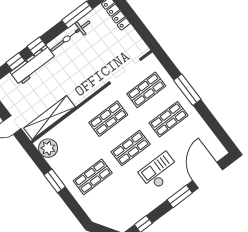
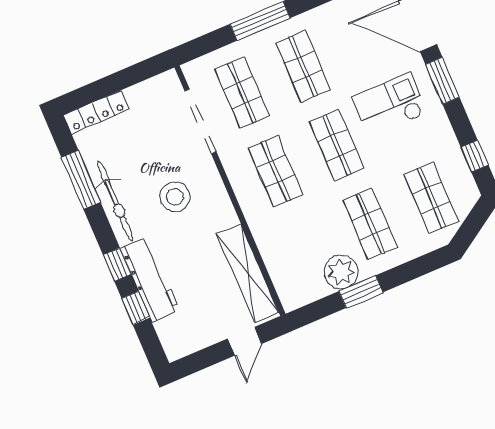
stool: (81, 68) -> (175, 197), added
plant: (48, 148) -> (341, 272), moved
checkout: (159, 171) -> (390, 105), turned 90
shop shelf: (115, 206) -> (431, 198), added

